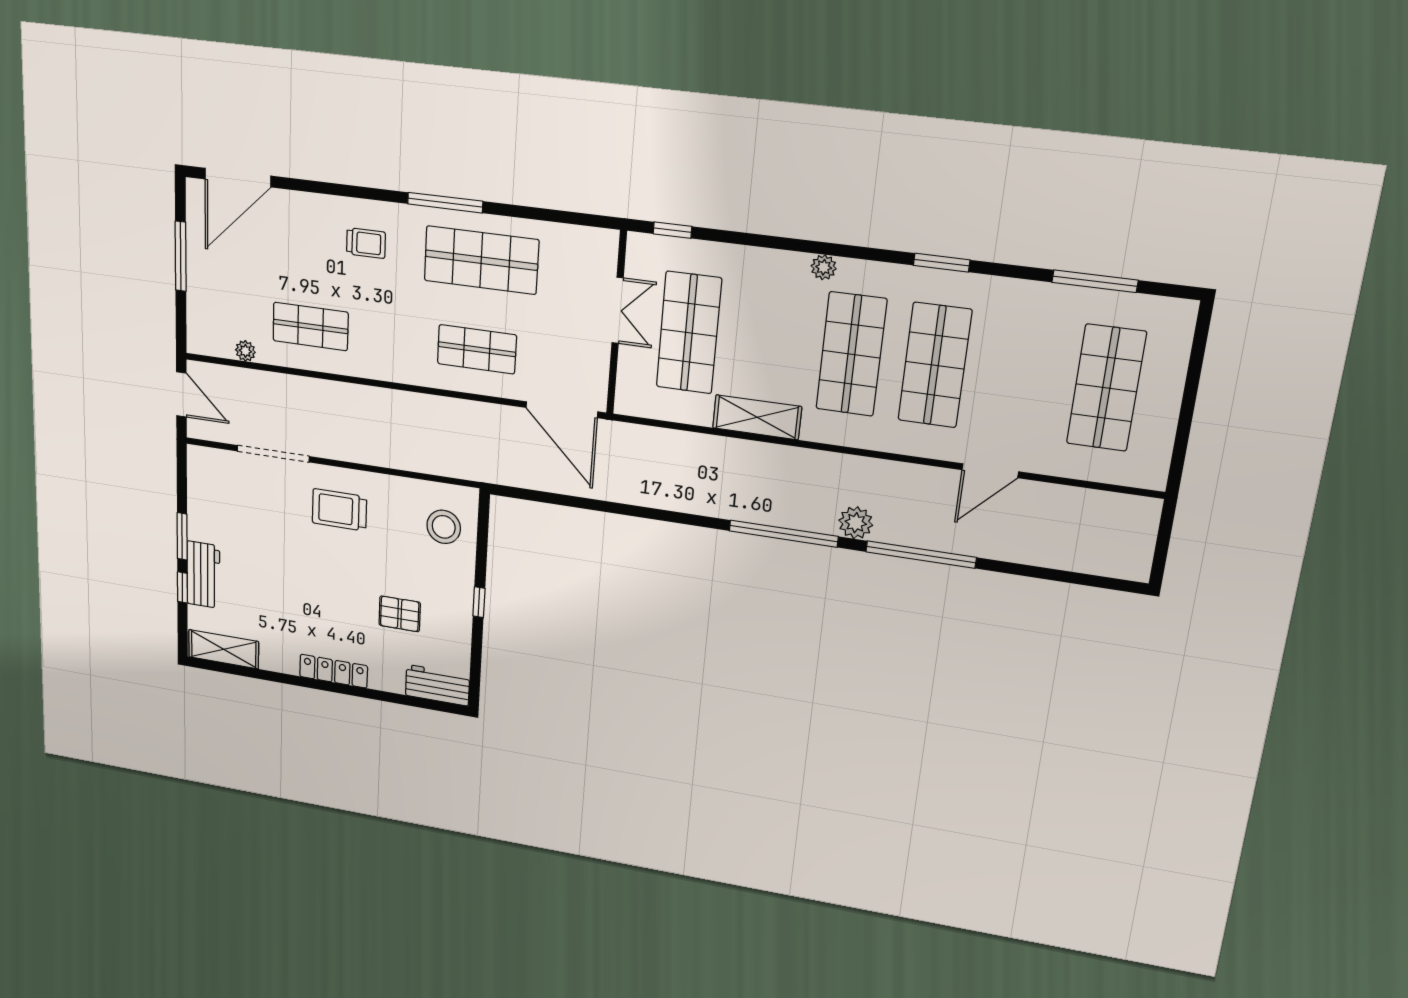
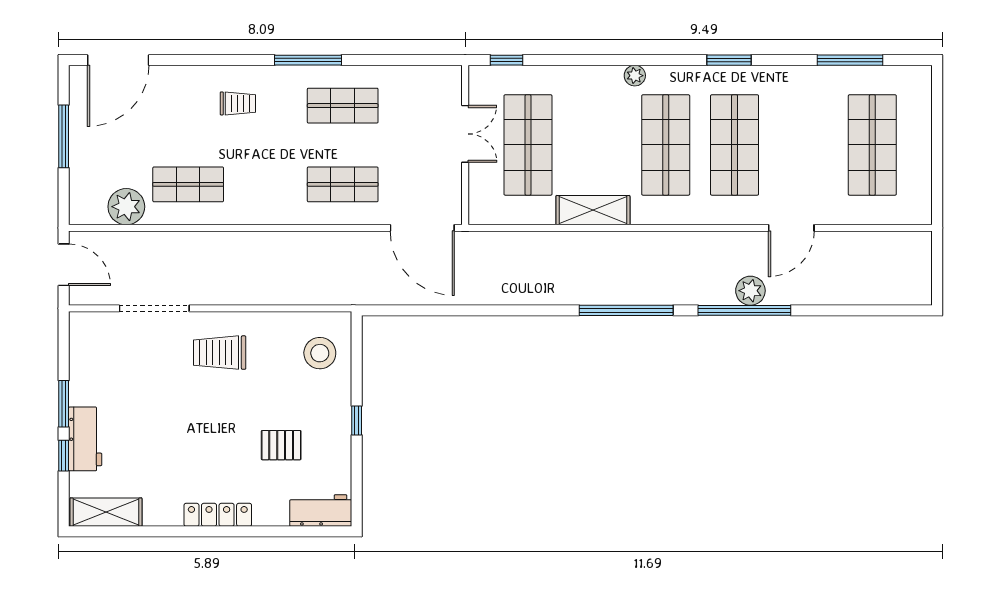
shop shelf: (481, 260) -> (343, 106), width x0.70, depth x0.74
plant: (245, 351) -> (126, 207), width x1.87, depth x1.87
plant: (856, 523) -> (750, 291), moved

